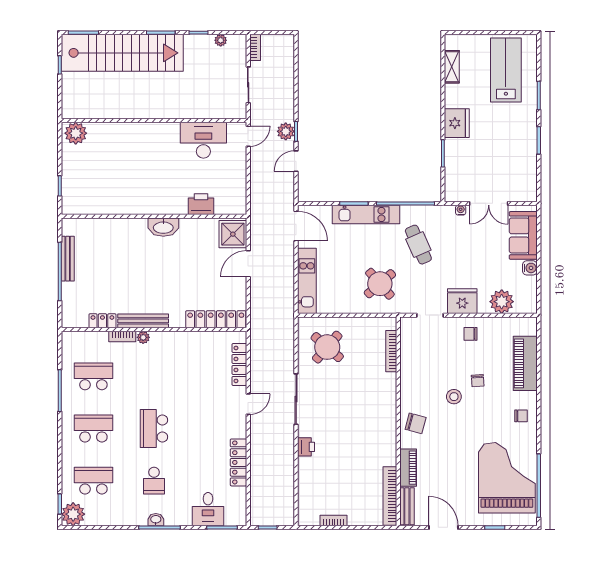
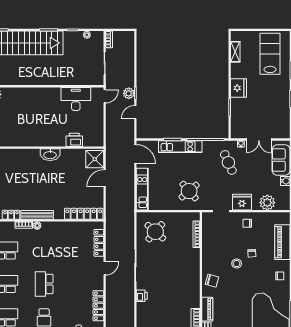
cafe table: (418, 245) -> (228, 162), moved

